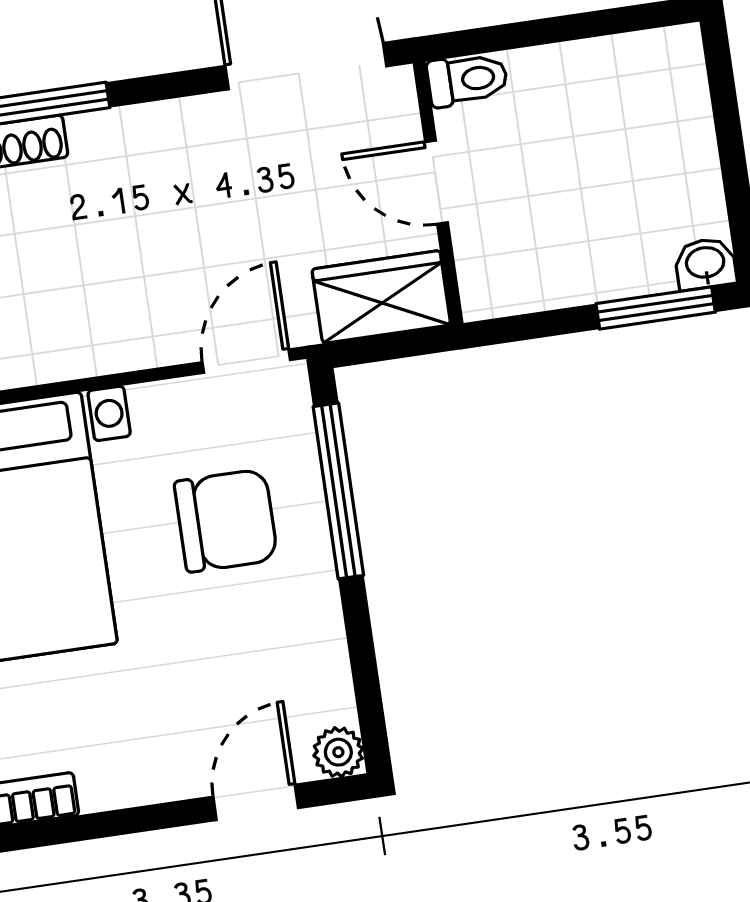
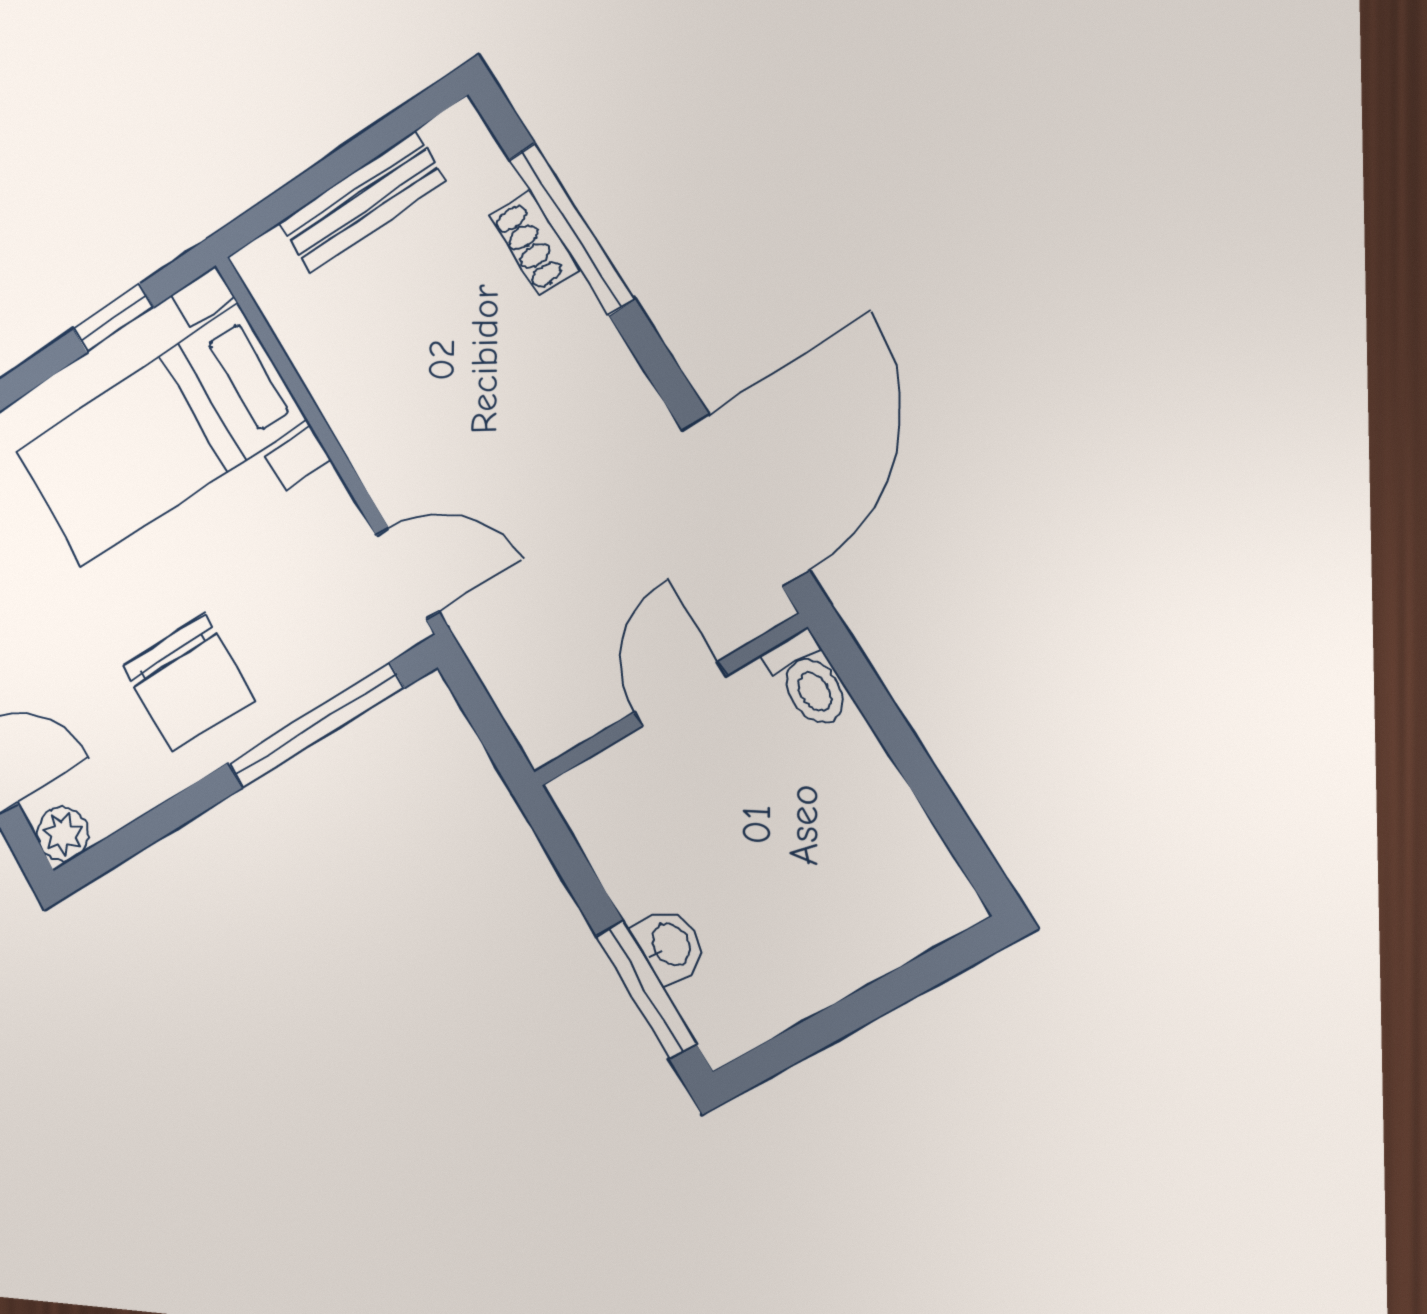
washbasin: (705, 264) -> (669, 945), moved
wardrobe: (381, 297) -> (532, 686), removed
chair: (226, 521) -> (188, 683), moved

